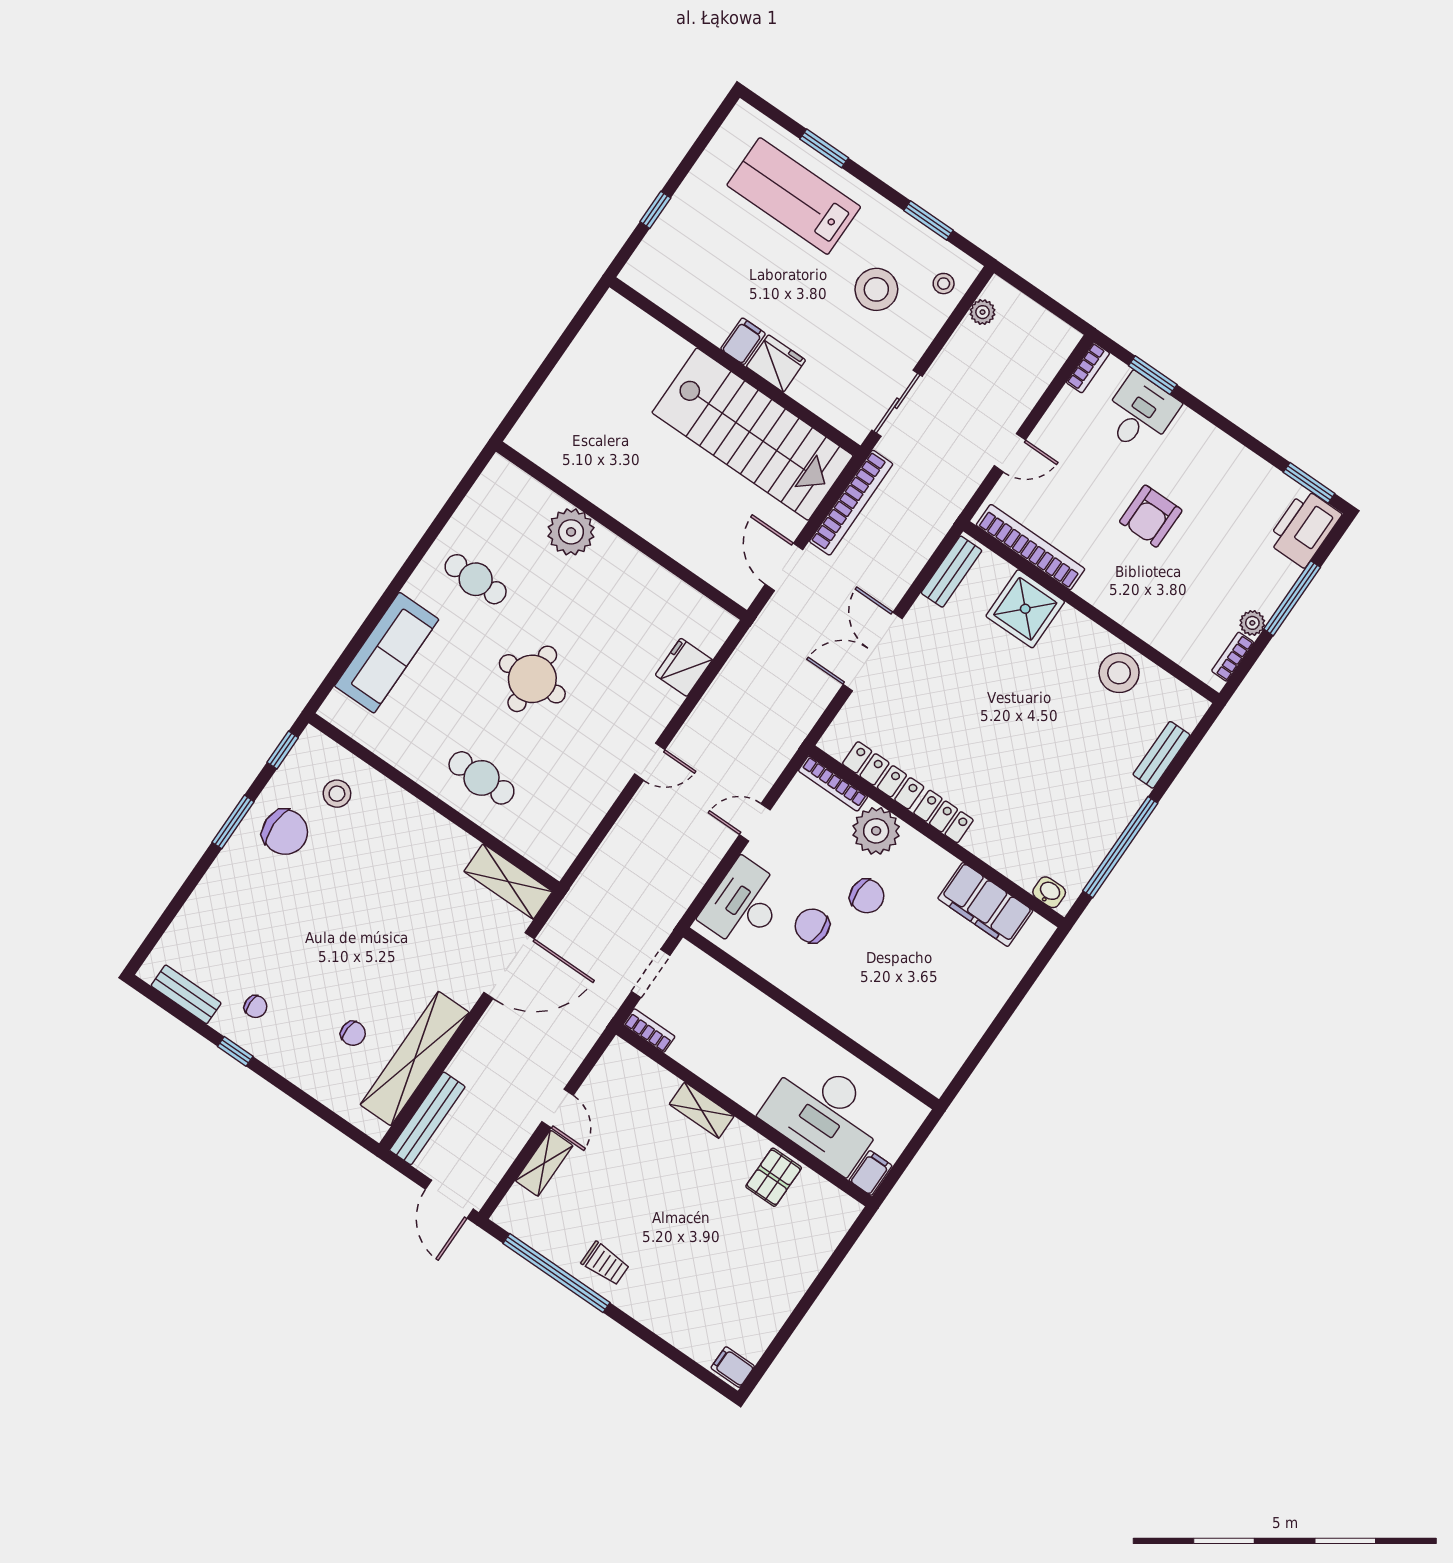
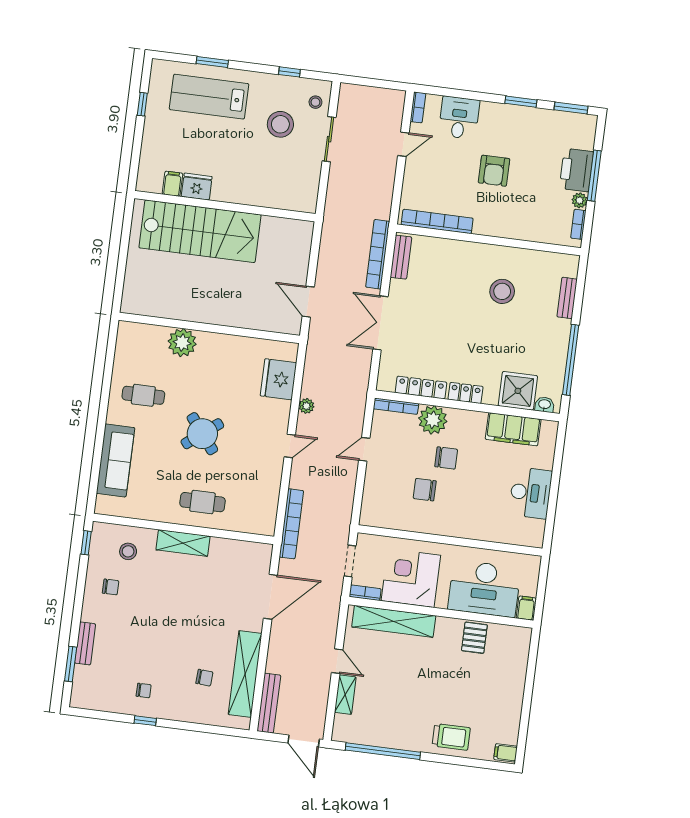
window: (655, 210) -> (142, 104), moved
window: (929, 220) -> (289, 72), width x0.67
plant: (983, 312) -> (306, 406), moved
filing cabinet: (743, 341) -> (172, 184), moved
fridge: (776, 363) -> (197, 187), moved
window: (1153, 375) -> (521, 102), moved
sliding door: (897, 403) -> (329, 139), moved
stairs: (753, 434) -> (200, 231), moved
door: (1010, 453) -> (403, 144), moved
bookcase: (851, 503) -> (378, 254), moved, turned 180
printer: (1304, 528) -> (576, 170), moved
shower: (1025, 609) -> (518, 391), moved
fridge: (684, 667) -> (278, 379), width x1.36, depth x1.34
stool: (1119, 673) -> (502, 291), moved
round table: (532, 679) -> (202, 434), turned -36
window: (233, 822) -> (71, 664), moved
chair: (285, 832) -> (111, 587), width x0.54, depth x0.54
bookcase: (594, 876) -> (291, 524), added
shelving: (508, 881) -> (183, 543), moved
desk: (744, 904) -> (531, 493), moved, turned 180
bench: (186, 994) -> (85, 643), moved, turned 90
corner desk: (726, 1043) -> (411, 578), added
shelving: (702, 1110) -> (394, 621), width x2.20, depth x1.33
trolley: (605, 1264) -> (451, 737), moved, width x1.36, depth x1.39

